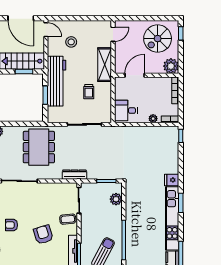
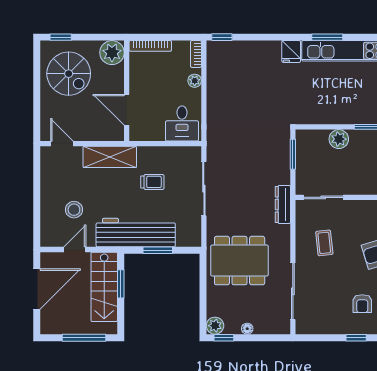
door: (46, 30) -> (75, 250), moved
plant: (116, 199) -> (339, 139), moved
coffee table: (68, 219) -> (324, 243), moved

